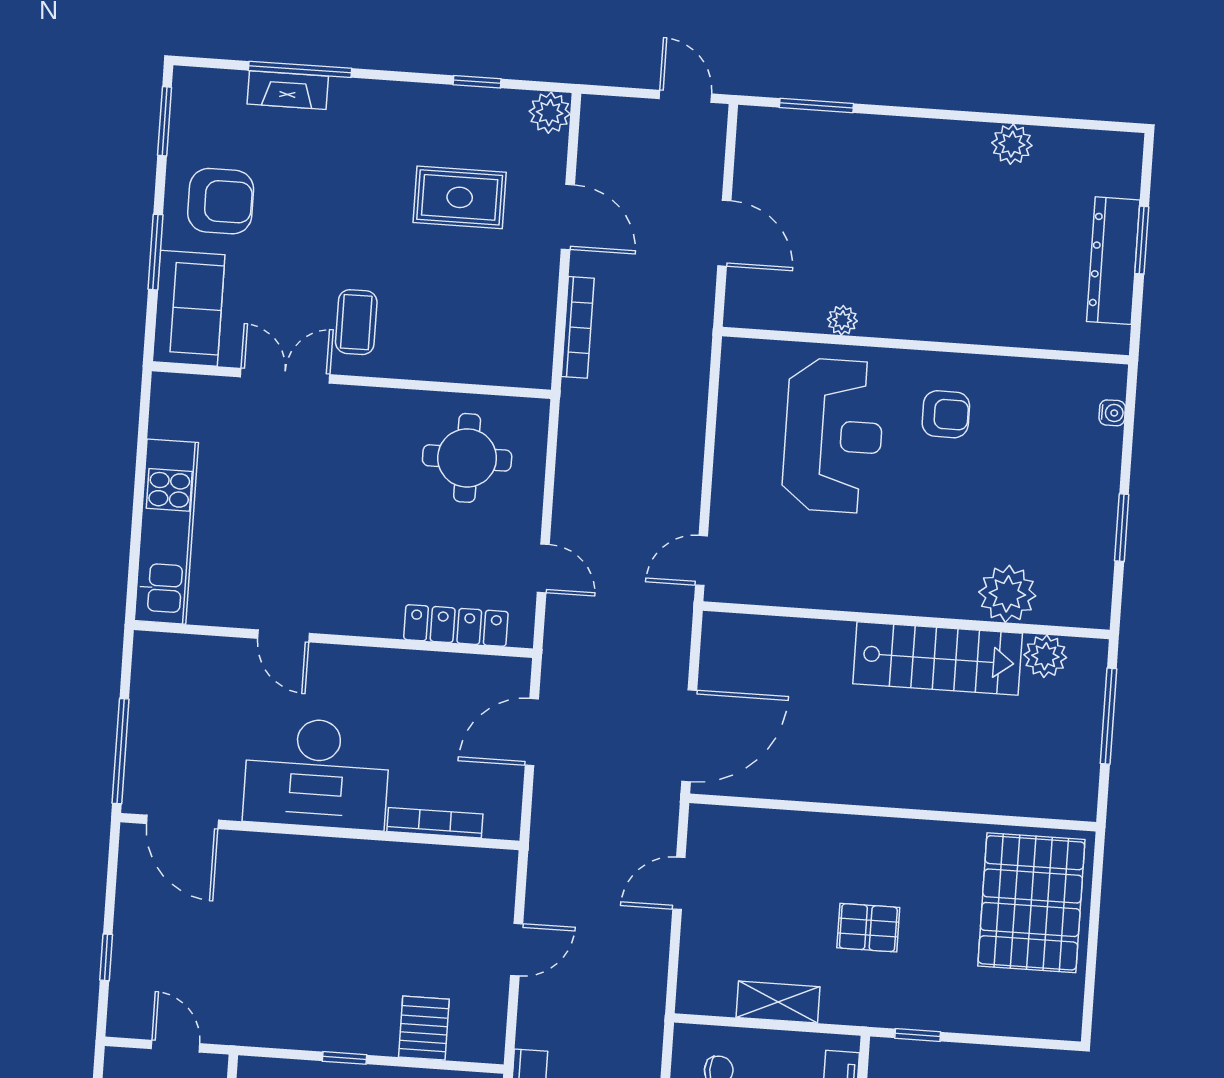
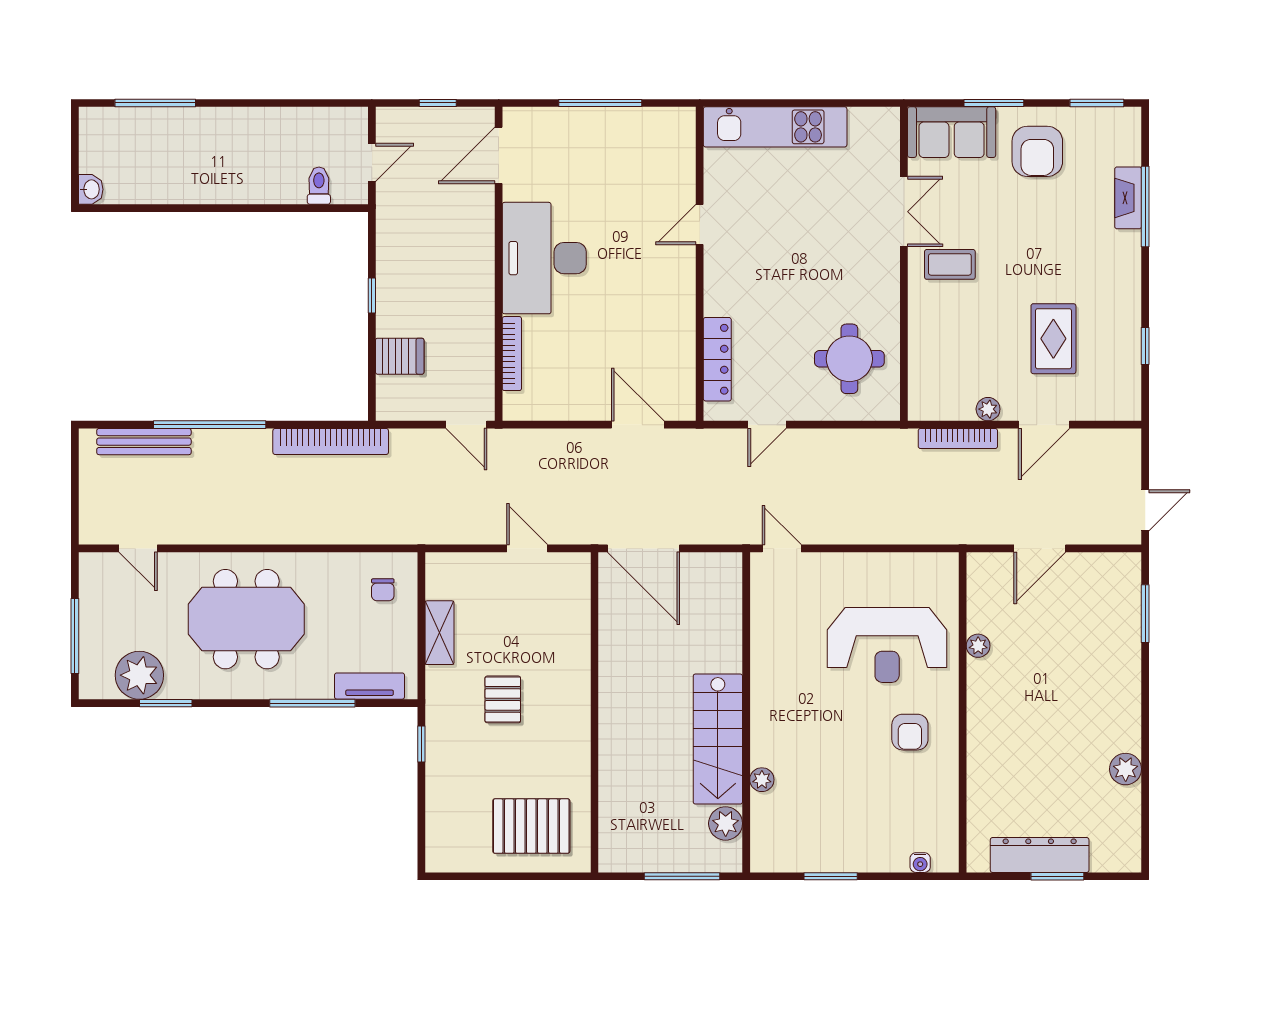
plant: (550, 113) -> (988, 409), moved, width x0.73, depth x0.73
plant: (1007, 594) -> (762, 780), width x0.53, depth x0.53
desk: (317, 773) -> (544, 258), moved
door: (182, 822) -> (499, 155), moved
bookcase: (435, 823) -> (512, 354), moved
wall: (320, 832) -> (499, 264), moved
pallet: (1031, 903) -> (531, 826), width x0.73, depth x0.71

